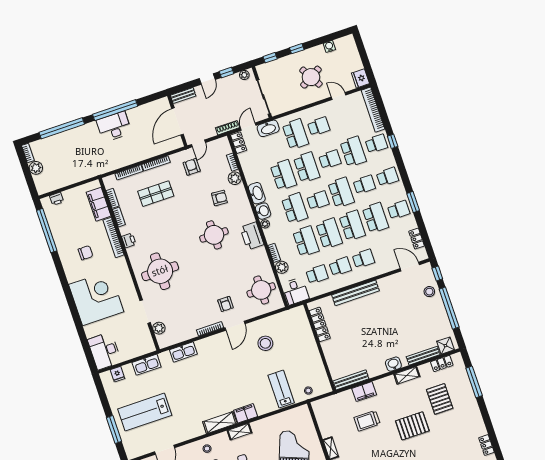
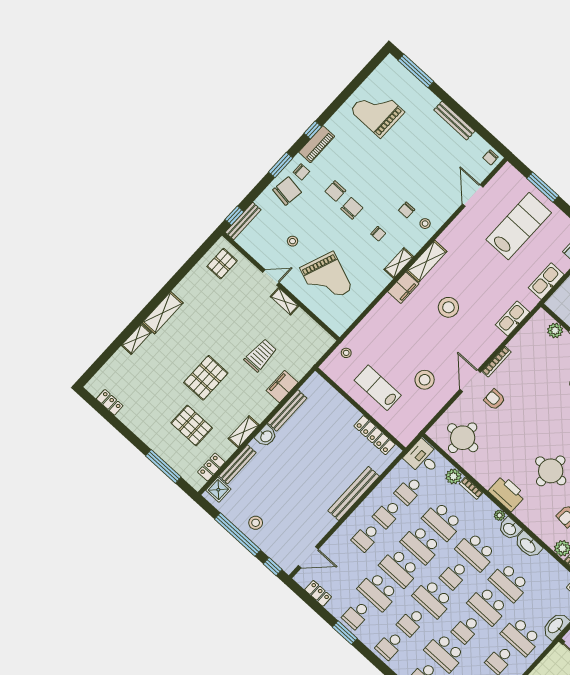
stool: (429, 292) -> (256, 523), moved
bench: (351, 380) -> (287, 410), moved
stool: (222, 383) -> (448, 307), added
lab bench: (281, 389) -> (378, 388), moved, turned 180

